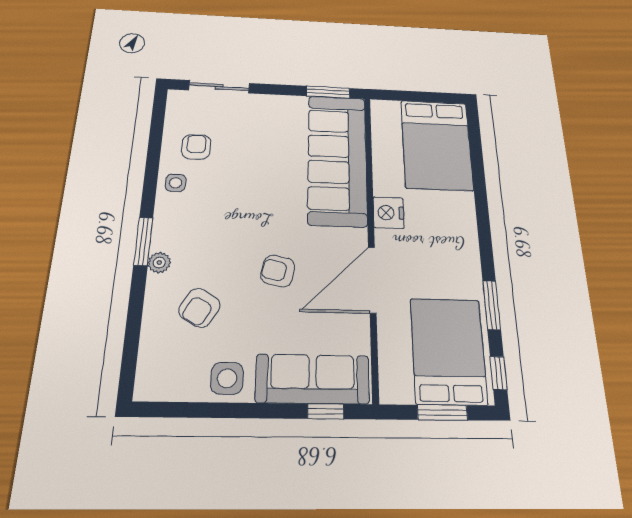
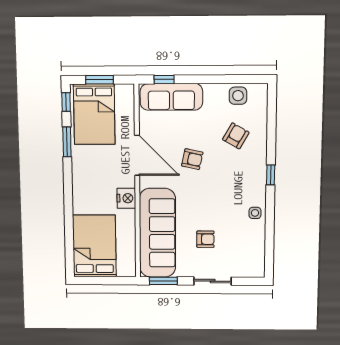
sliding door: (219, 87) -> (213, 281), moved
armchair: (196, 147) -> (205, 239), moved, turned -90
window: (143, 241) -> (271, 175), width x0.67
plant: (159, 263) -> (260, 162), removed
door: (372, 280) -> (137, 155), hinge flipped
side table: (227, 378) -> (238, 96), moved

